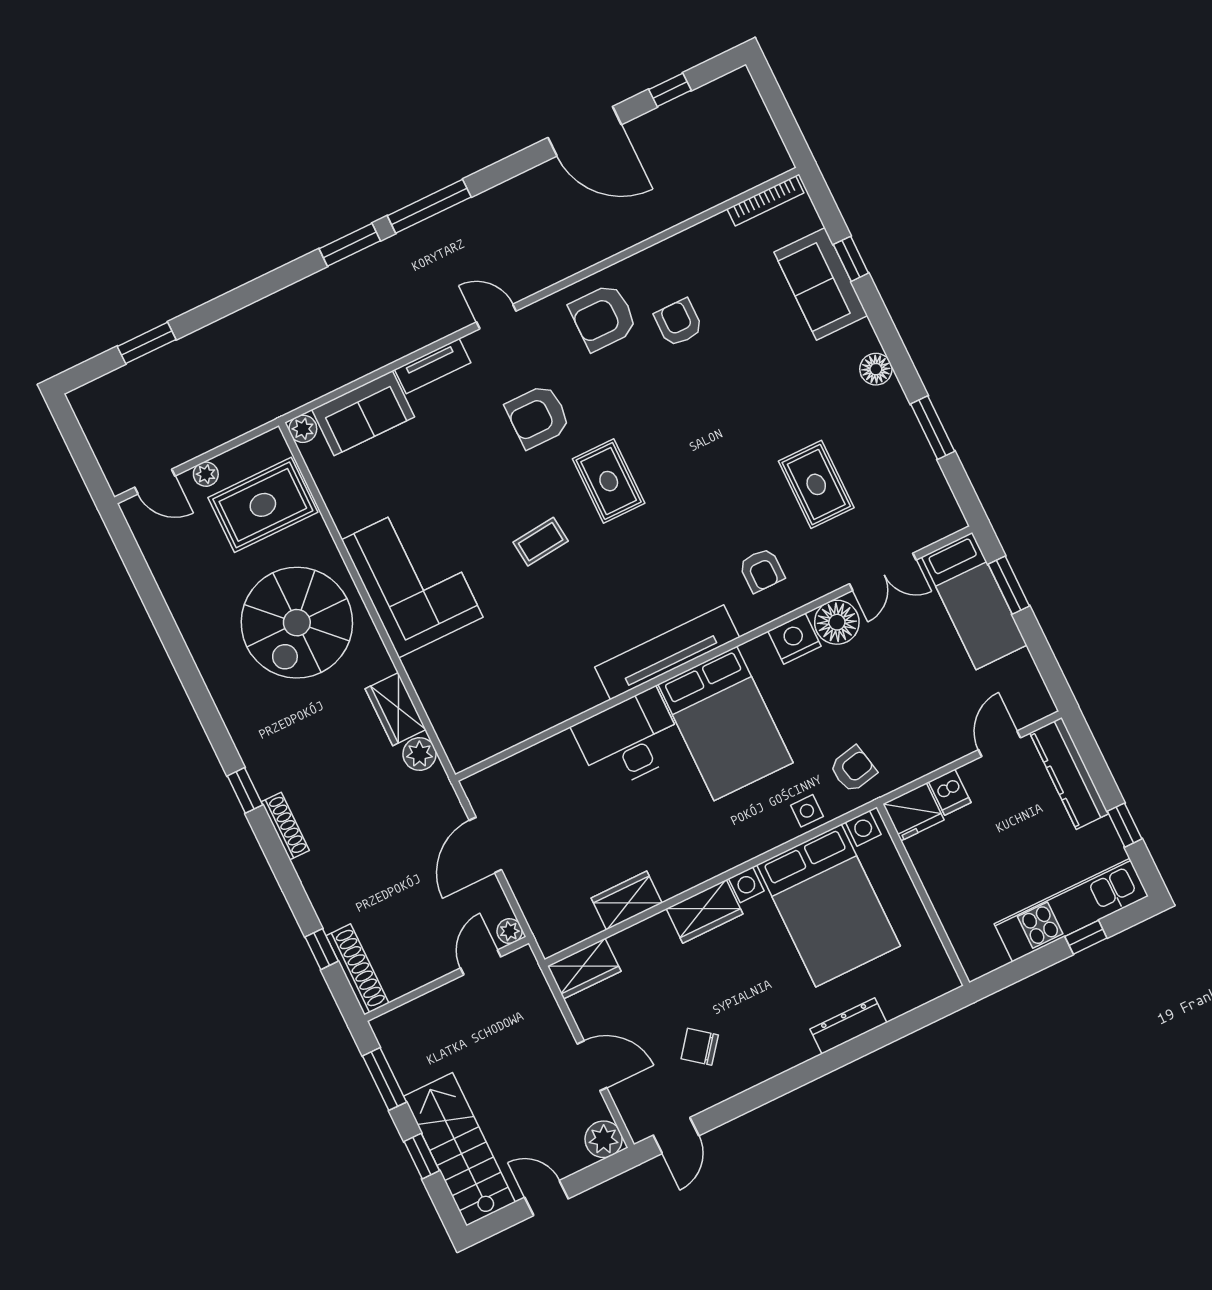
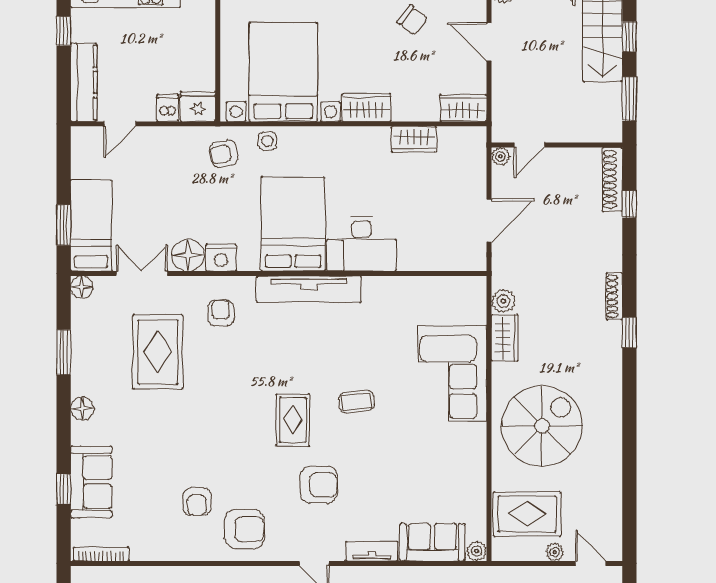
rug: (816, 484) -> (158, 352), width x1.36, depth x1.43
floor lamp: (949, 519) -> (82, 287), added
corner sofa: (412, 578) -> (452, 374), moved

